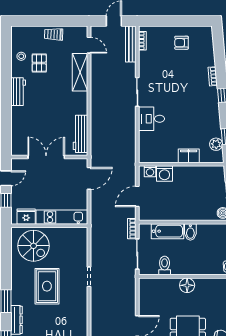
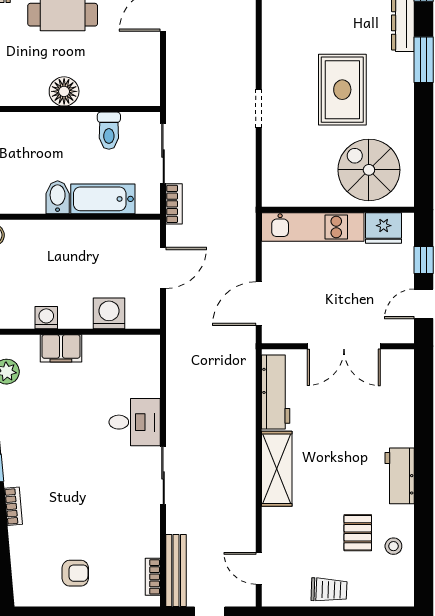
shelving: (80, 72) -> (277, 469), moved
washing machine: (150, 171) -> (46, 318), moved

